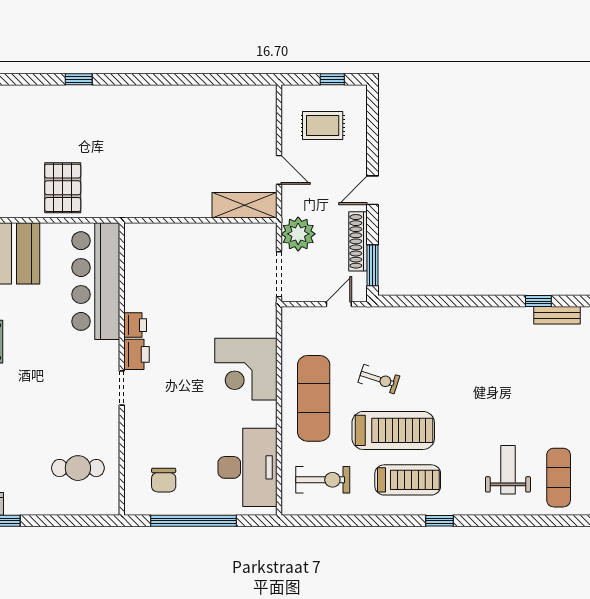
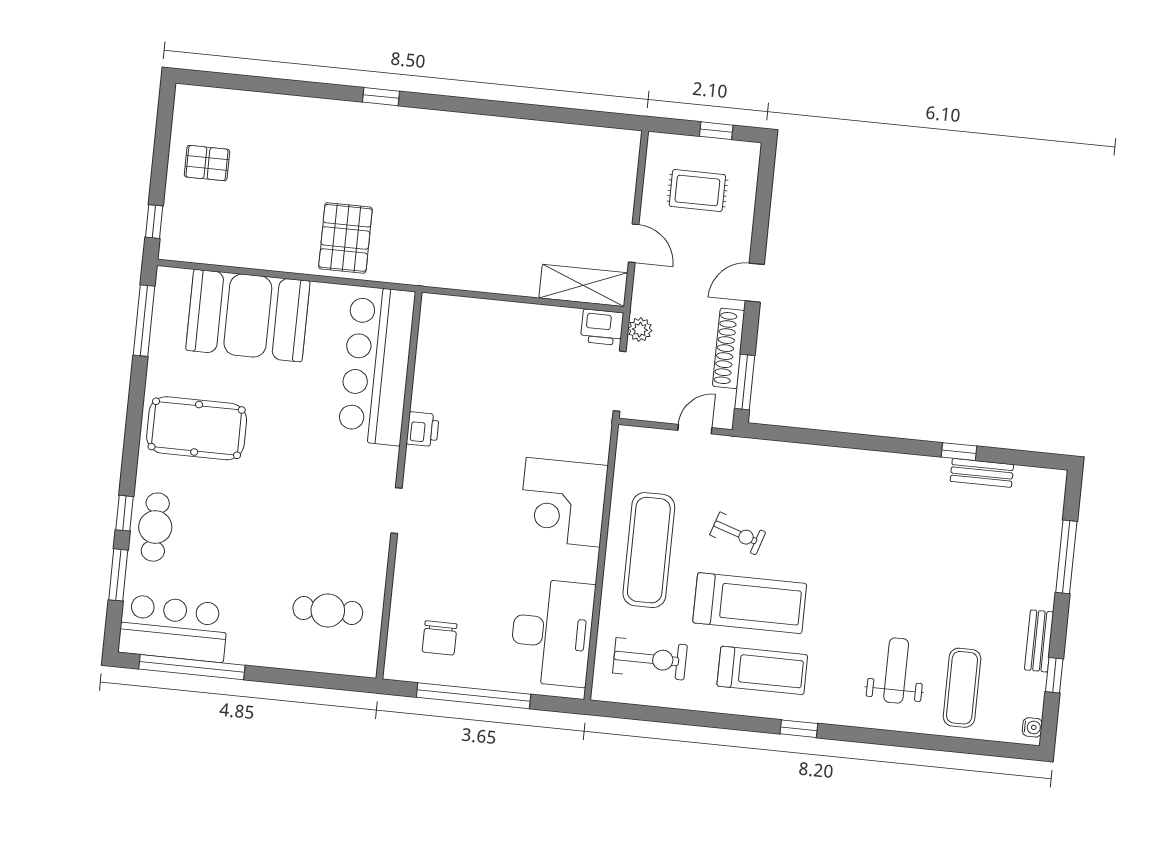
plant: (298, 234) -> (640, 330), width x0.53, depth x0.53
printer: (136, 354) -> (602, 327), moved, turned 90

